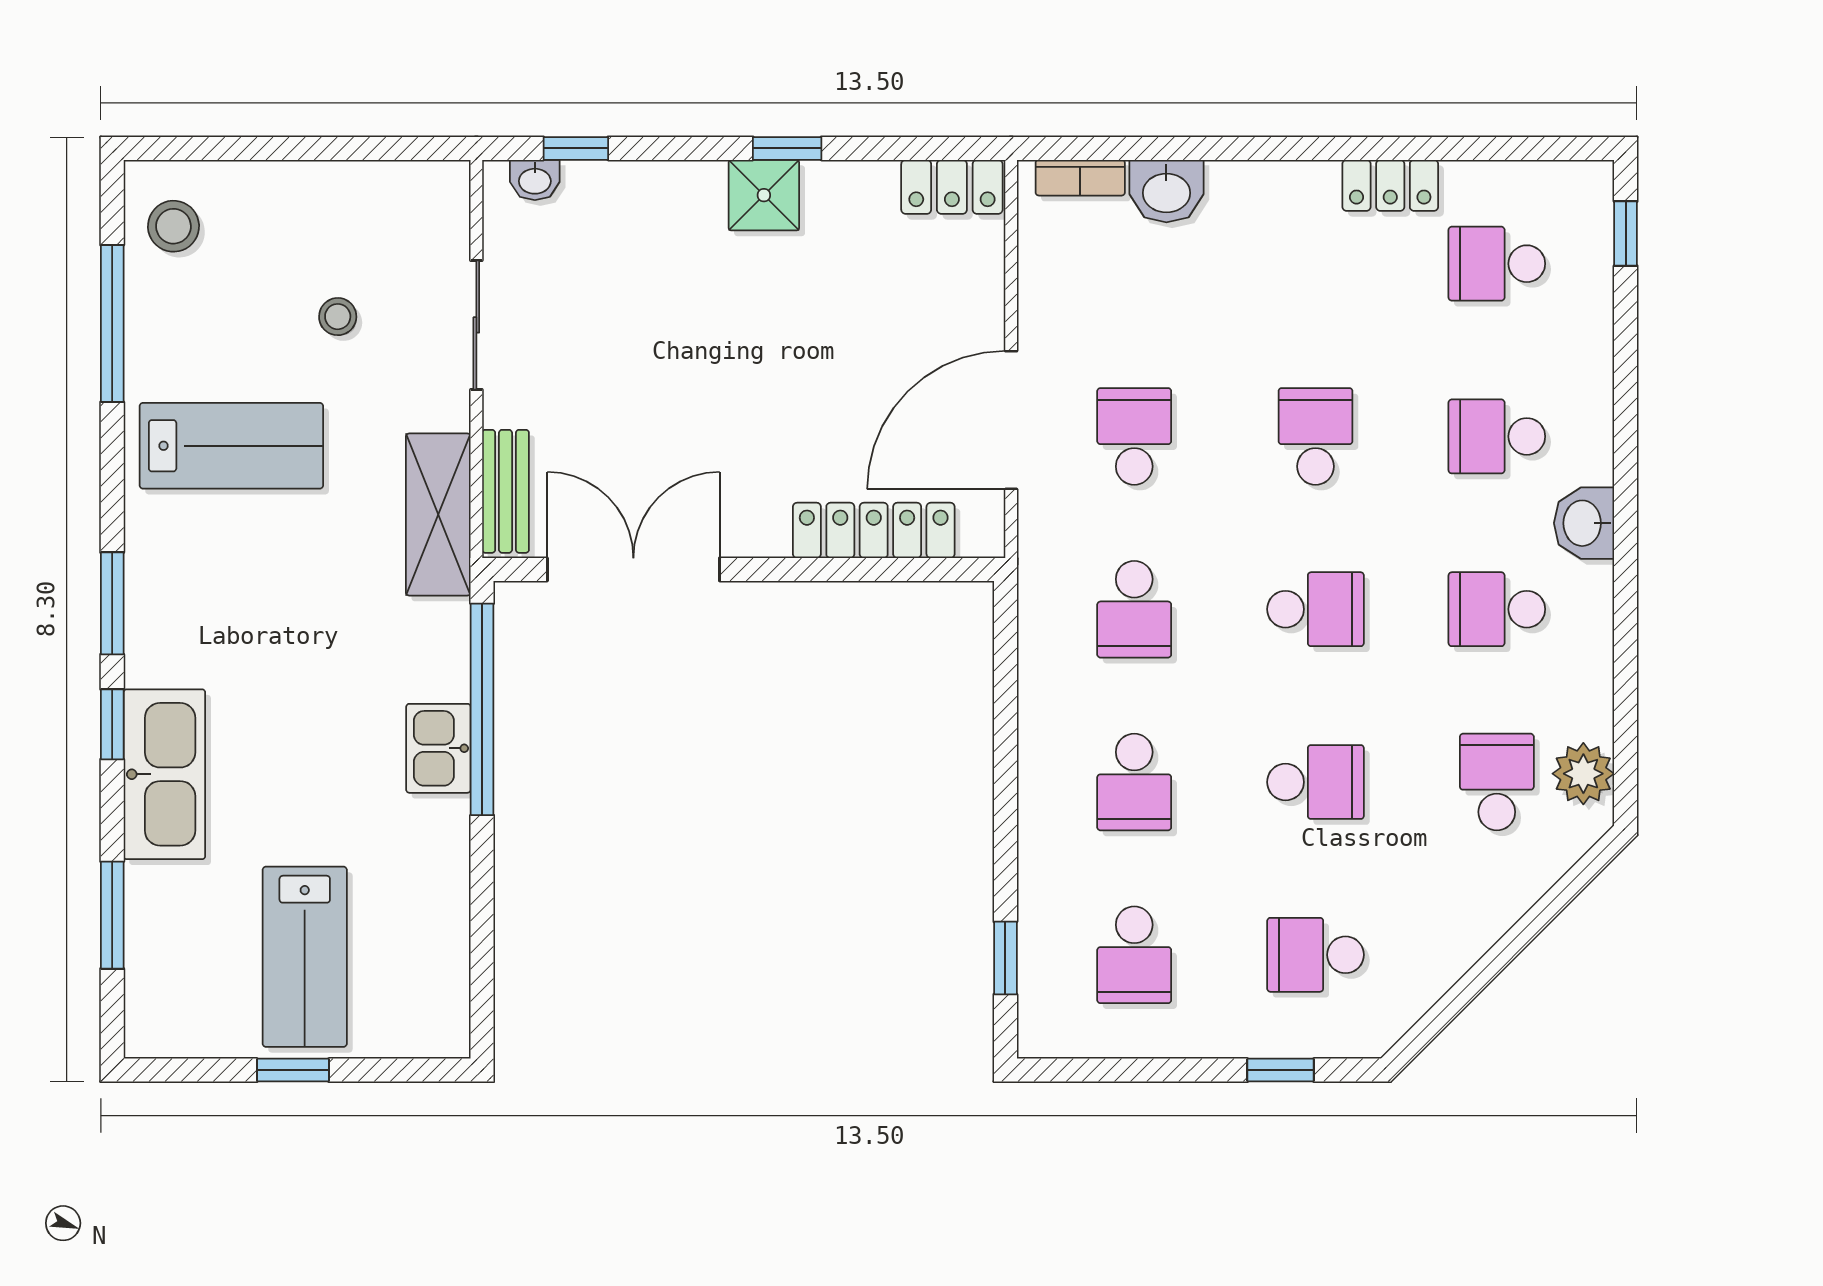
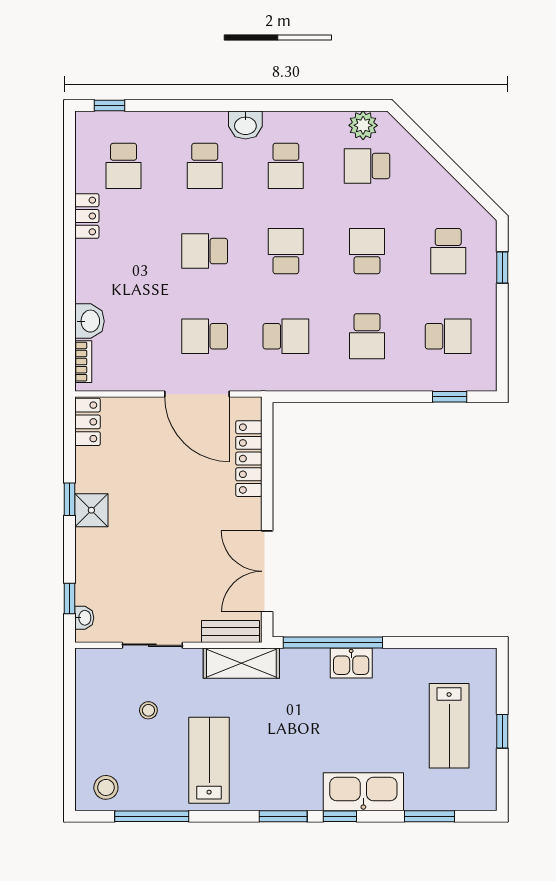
school desk: (1134, 782) -> (367, 336), turned 90
lab bench: (305, 957) -> (449, 726), turned 90

